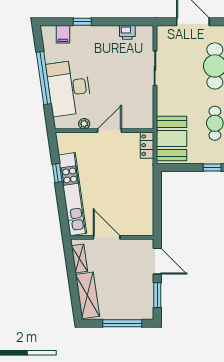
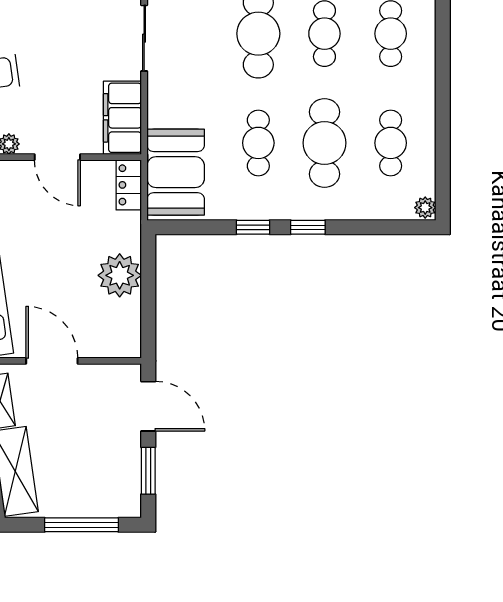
filing cabinet: (144, 110) -> (122, 118), added
door: (110, 131) -> (57, 157), swing flipped
plant: (142, 193) -> (120, 275), added

